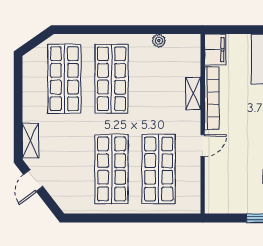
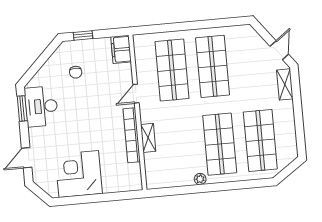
plant: (159, 41) -> (200, 179), moved
filing cabinet: (215, 50) -> (121, 49), moved

